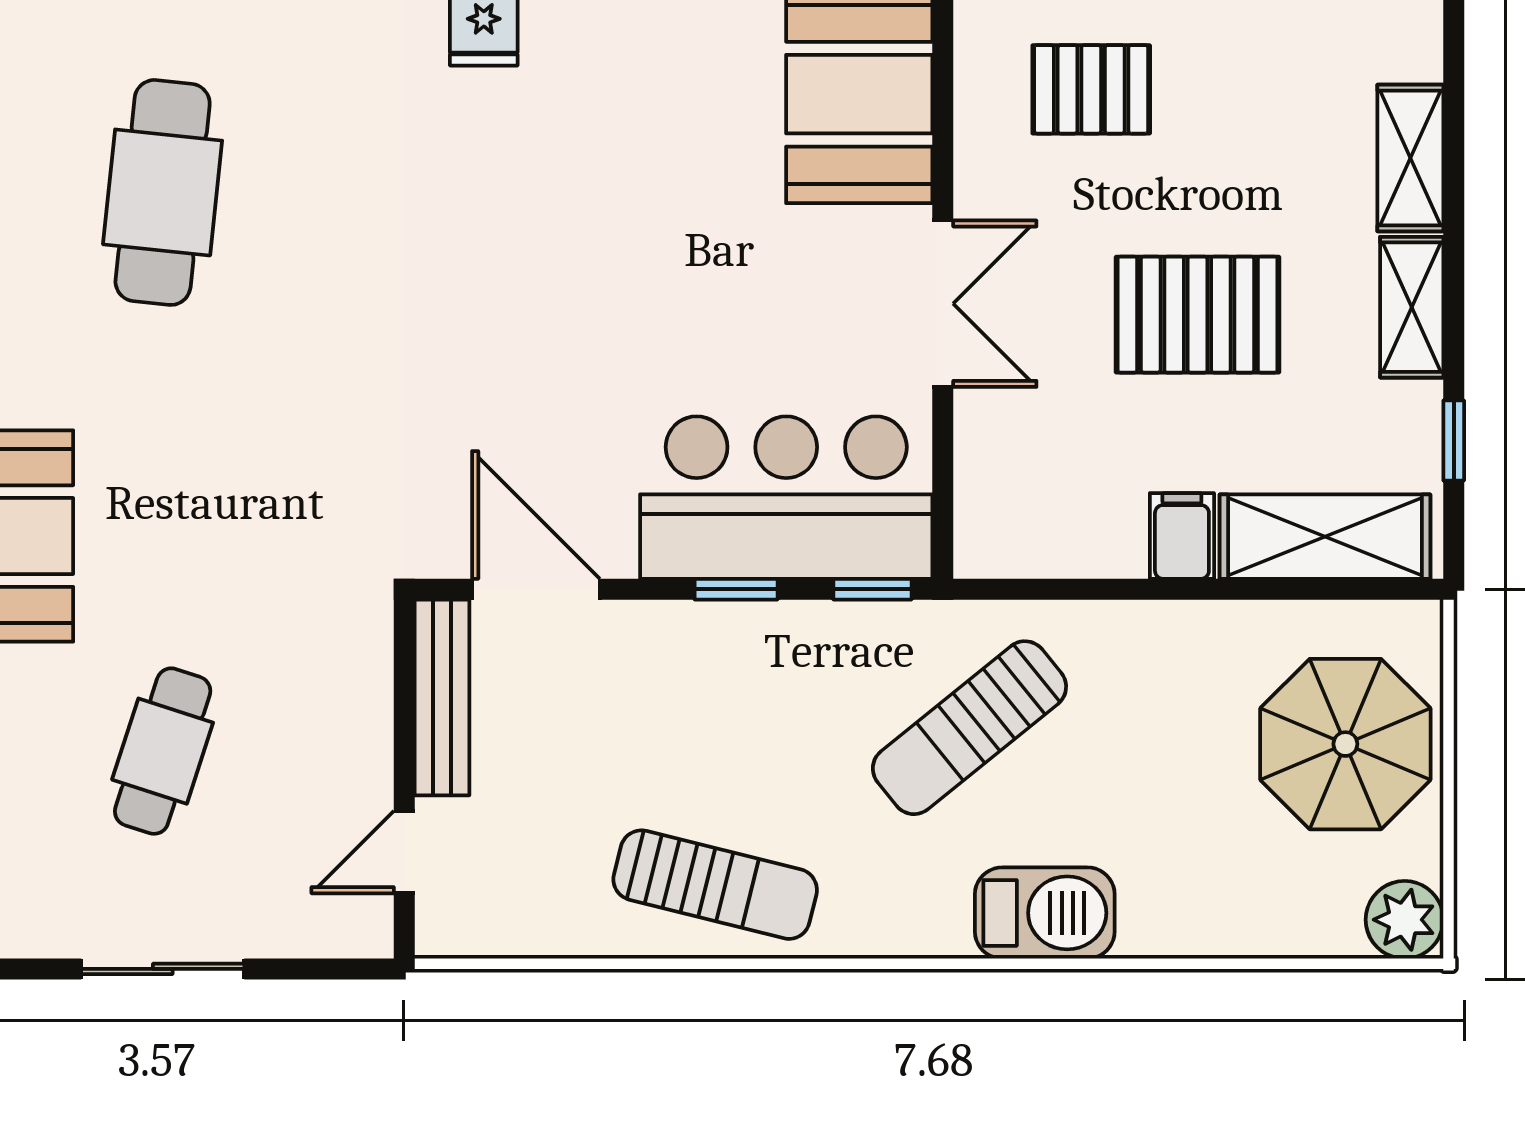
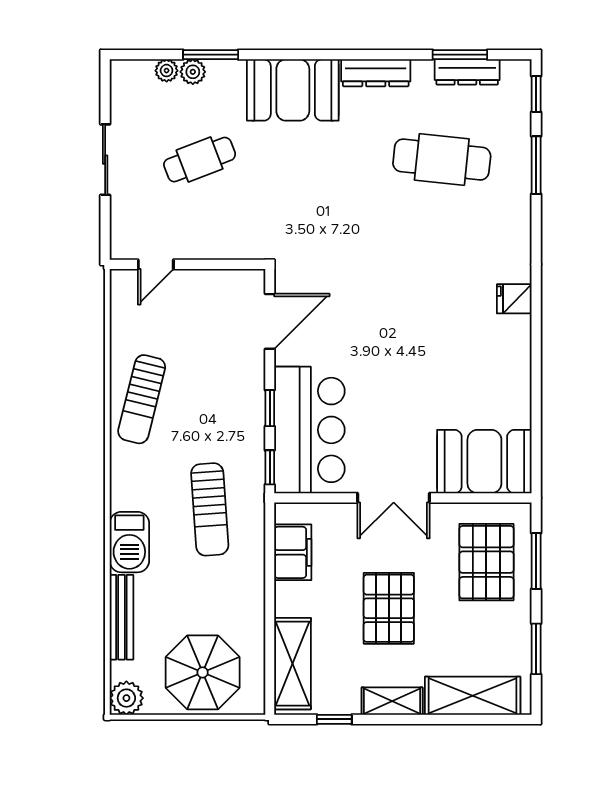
pallet: (1091, 89) -> (486, 562), width x1.50, depth x1.42
shelving: (1410, 158) -> (473, 696), width x1.50, depth x1.33
filing cabinet: (1182, 536) -> (293, 552), moved, width x2.00
bench: (442, 697) -> (121, 617), moved, turned 90
sun lounger: (969, 728) -> (210, 509), turned -145
cafe table: (163, 751) -> (200, 160), turned -39
door: (404, 852) -> (156, 264), swing flipped

